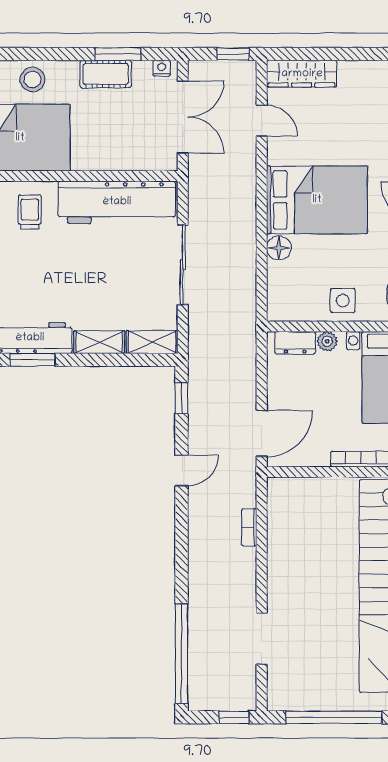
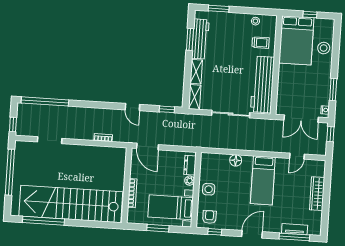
window: (233, 54) -> (330, 134), moved
cot: (105, 74) -> (324, 83), removed
wardrobe: (302, 74) -> (317, 194), moved
bed: (317, 200) -> (263, 180), width x0.67

